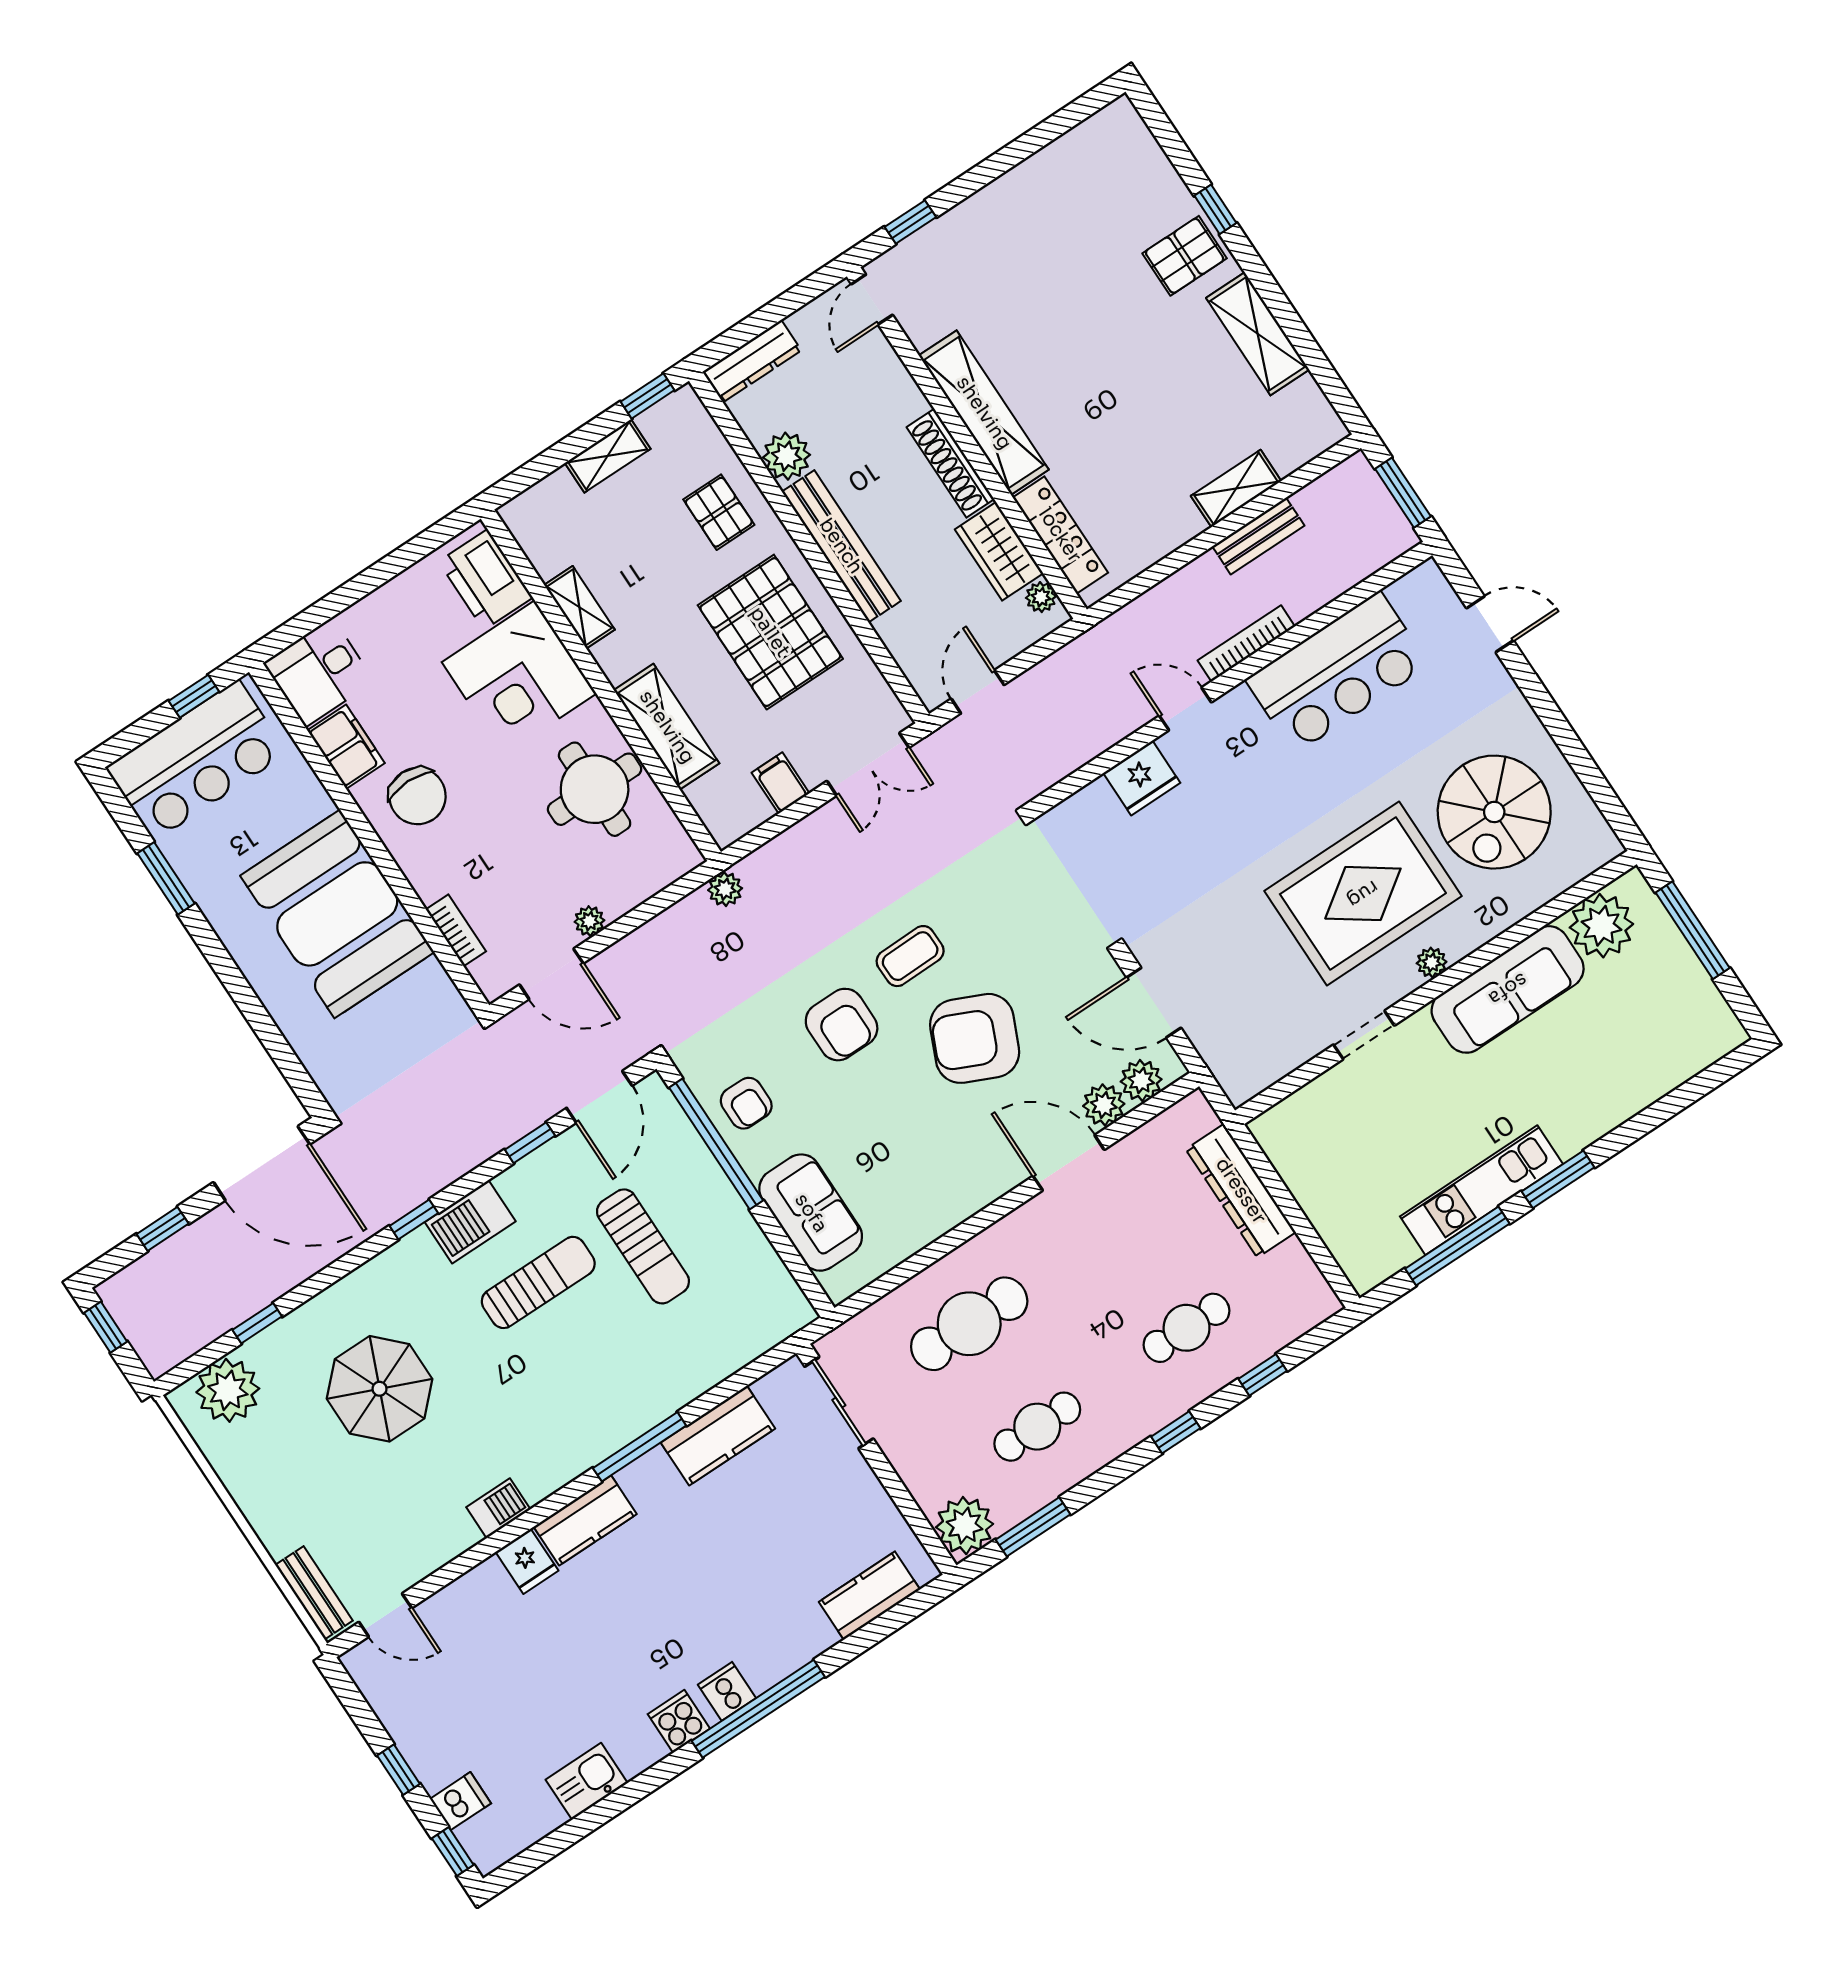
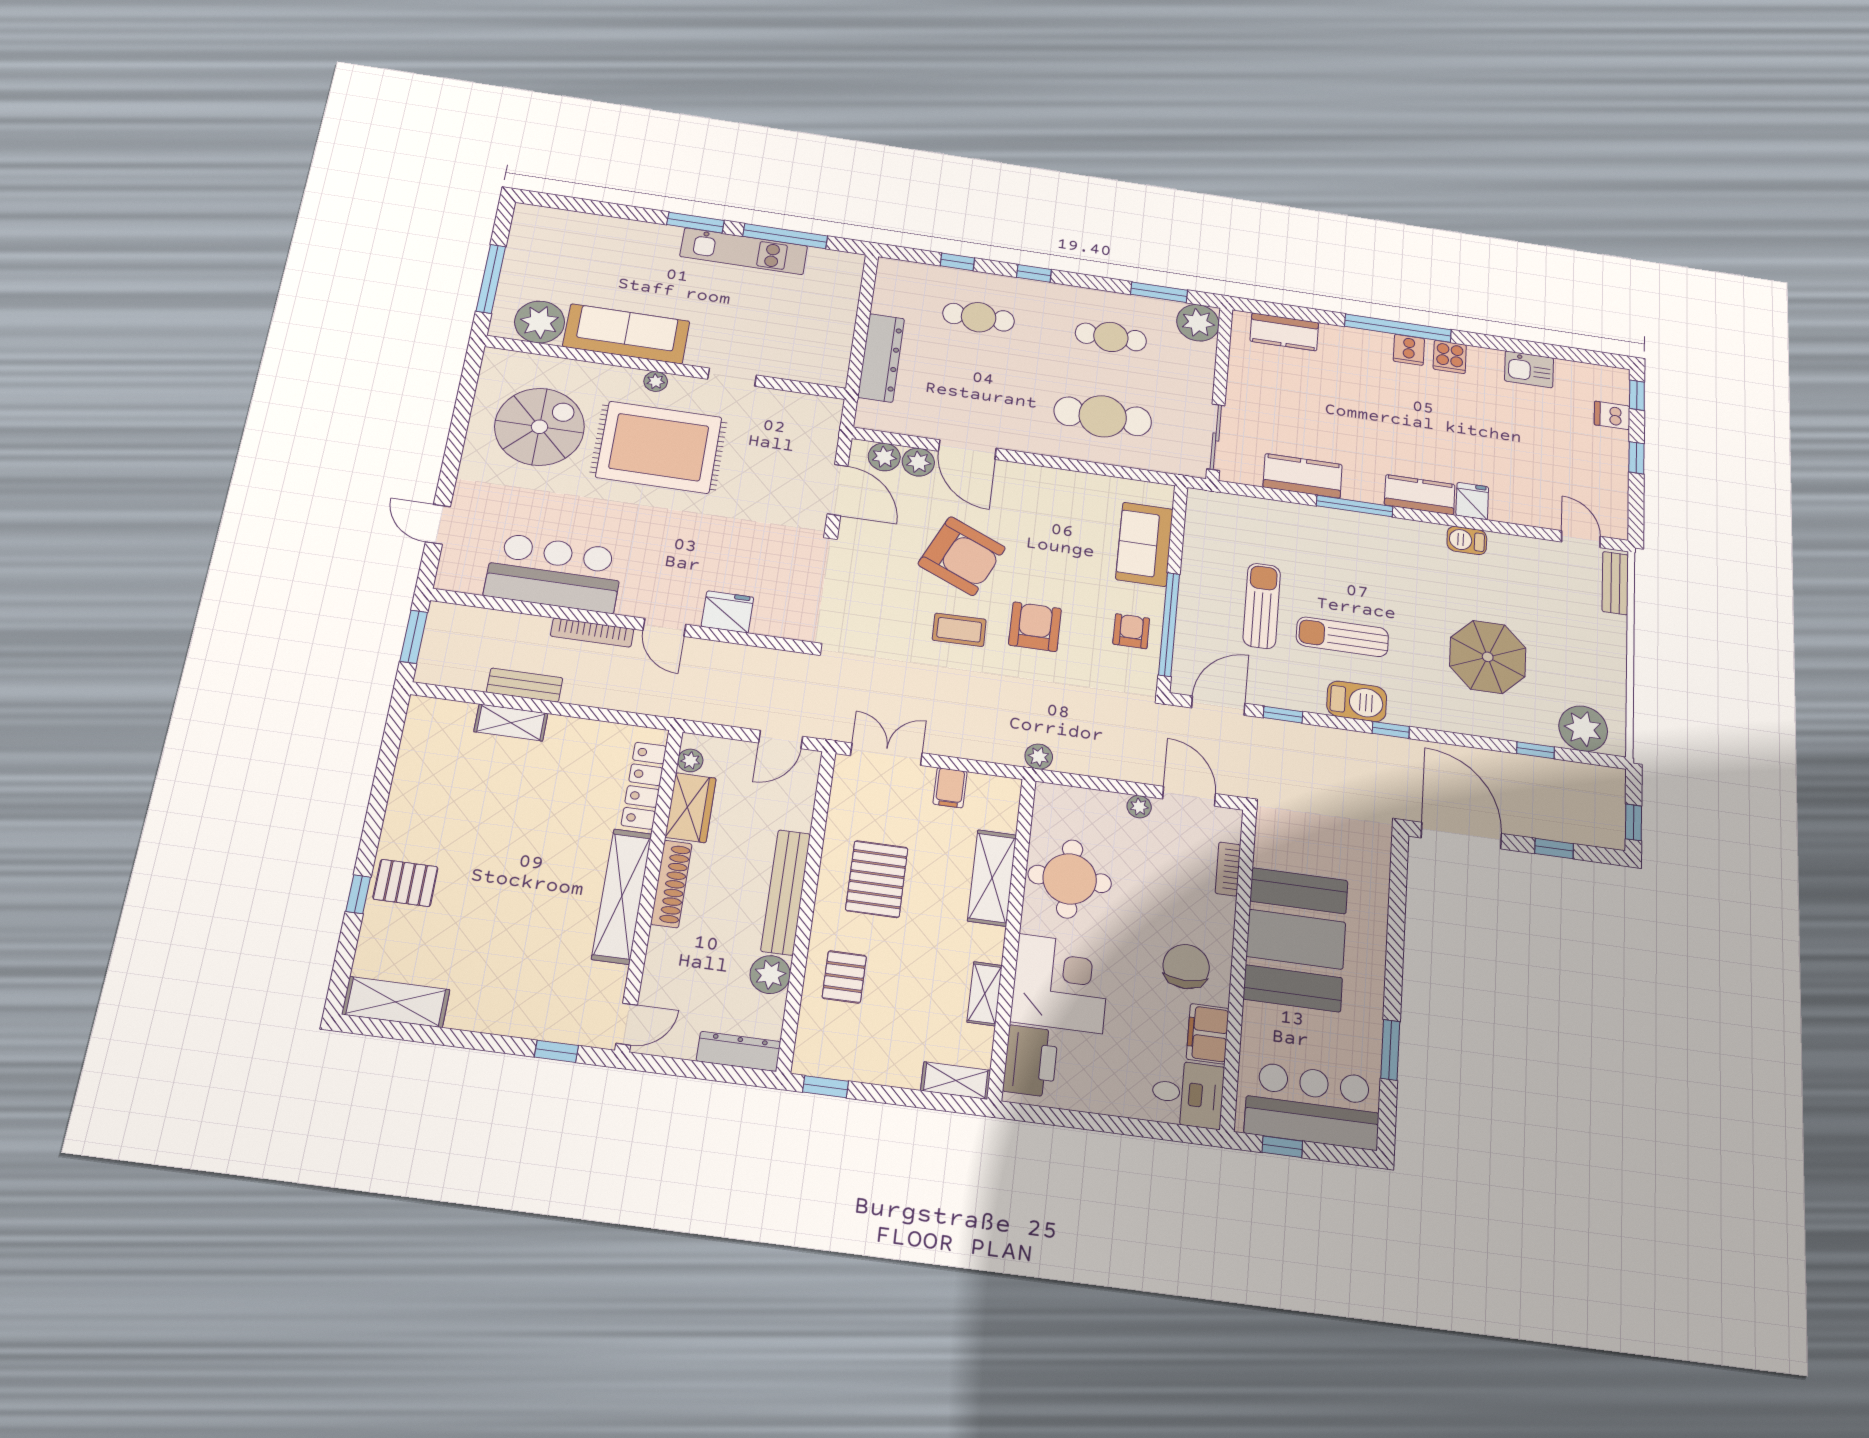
shelving: (1258, 334) -> (396, 1002), moved, turned 90
shelving: (608, 456) -> (956, 1081), moved
pallet: (770, 632) -> (877, 879), width x0.73, depth x0.71

